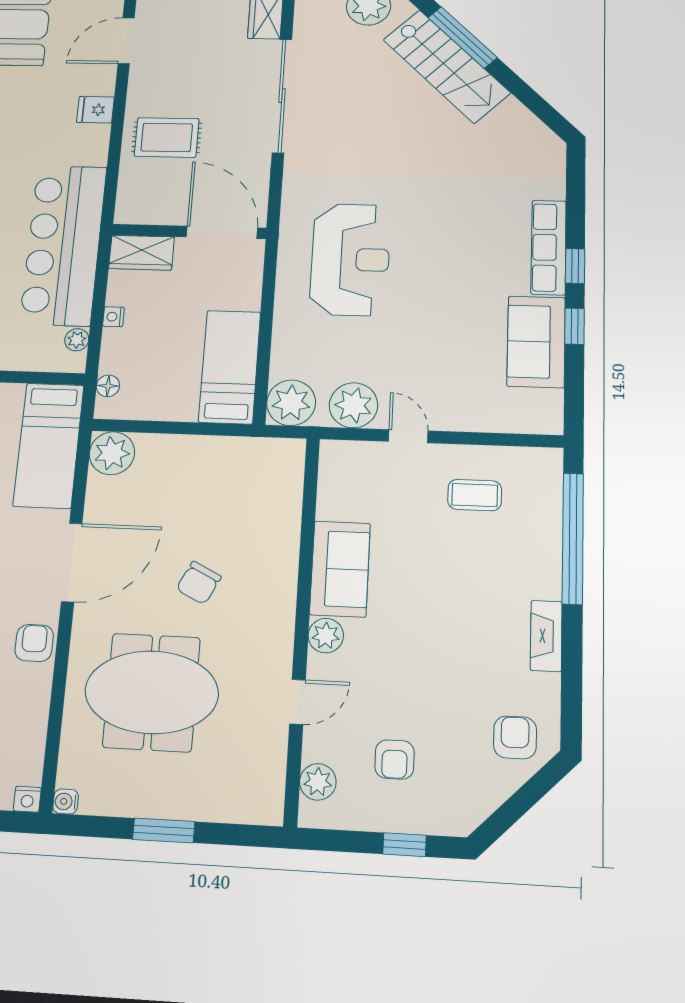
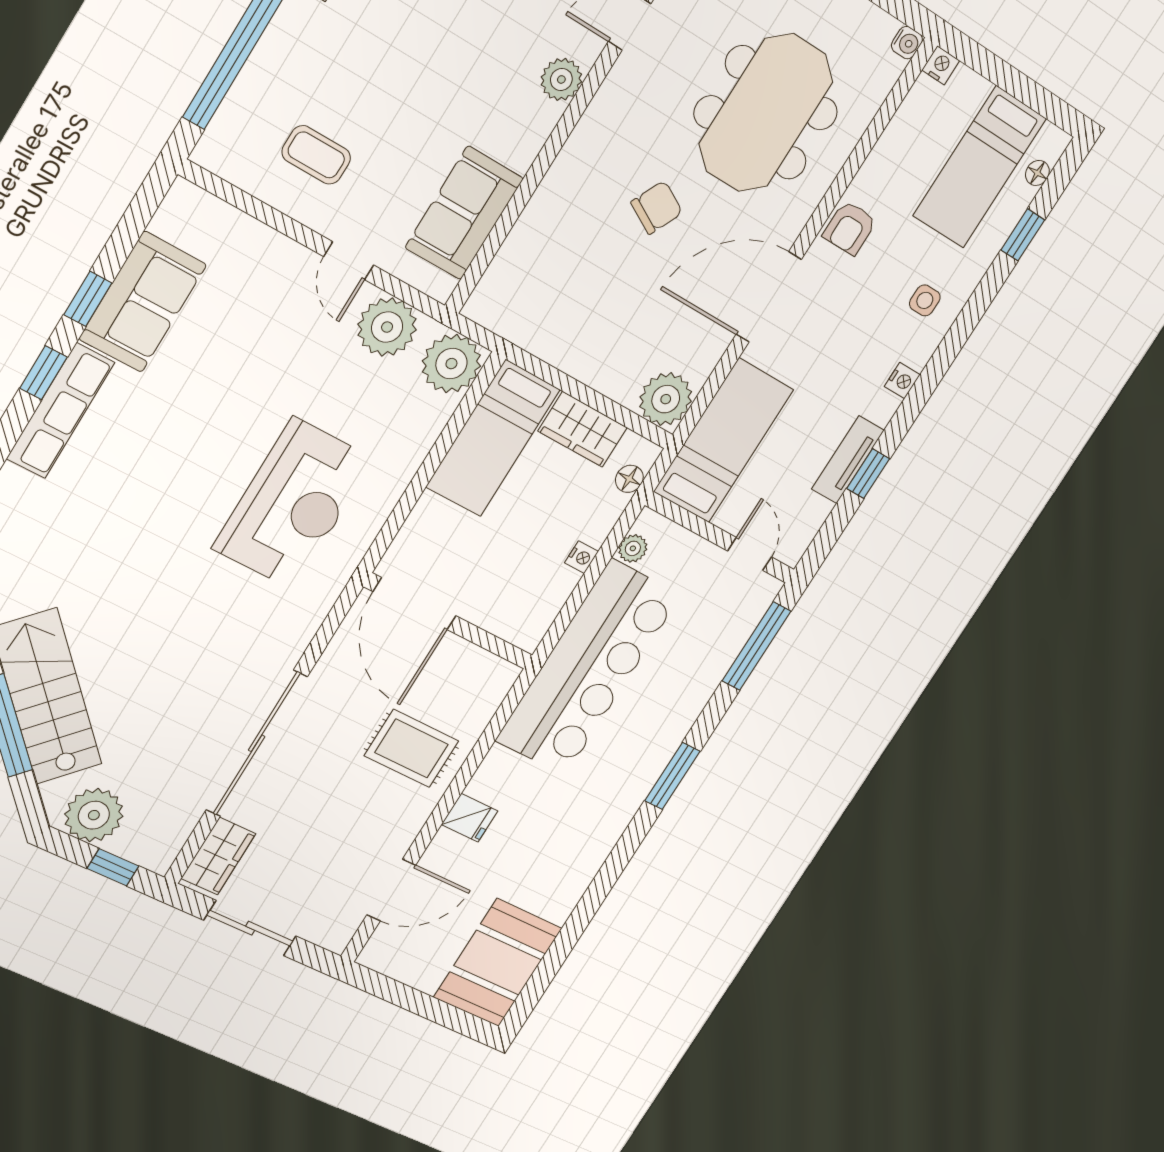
wardrobe: (141, 253) -> (583, 429), moved, turned 180
reception desk: (350, 259) -> (293, 504), turned 180
sofa: (340, 569) -> (464, 213), moved
meeting table: (152, 692) -> (766, 113), turned 90

